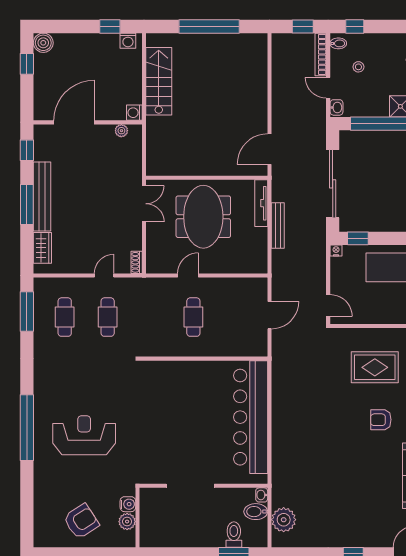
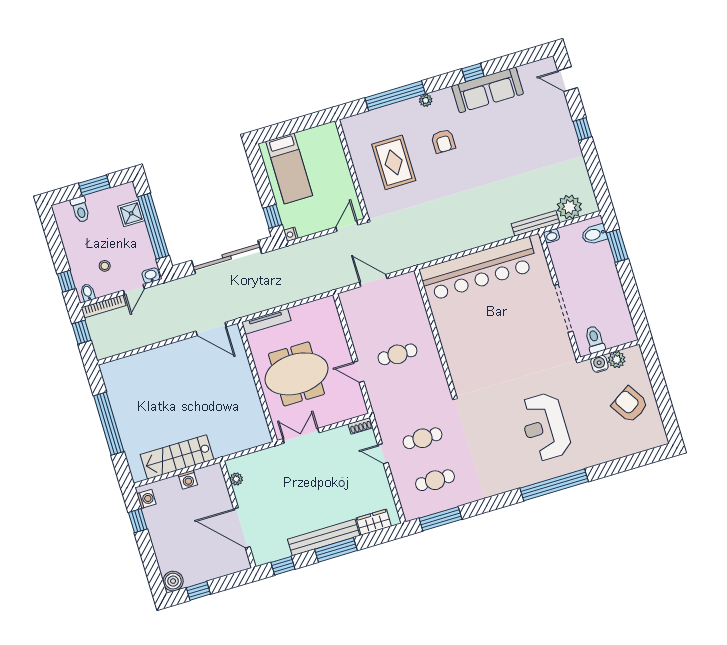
washing machine: (134, 113) -> (188, 480), moved
bench: (278, 225) -> (535, 223), moved
bidet: (256, 512) -> (594, 234), moved, turned 90
toilet: (234, 535) -> (595, 339), moved, turned 90

